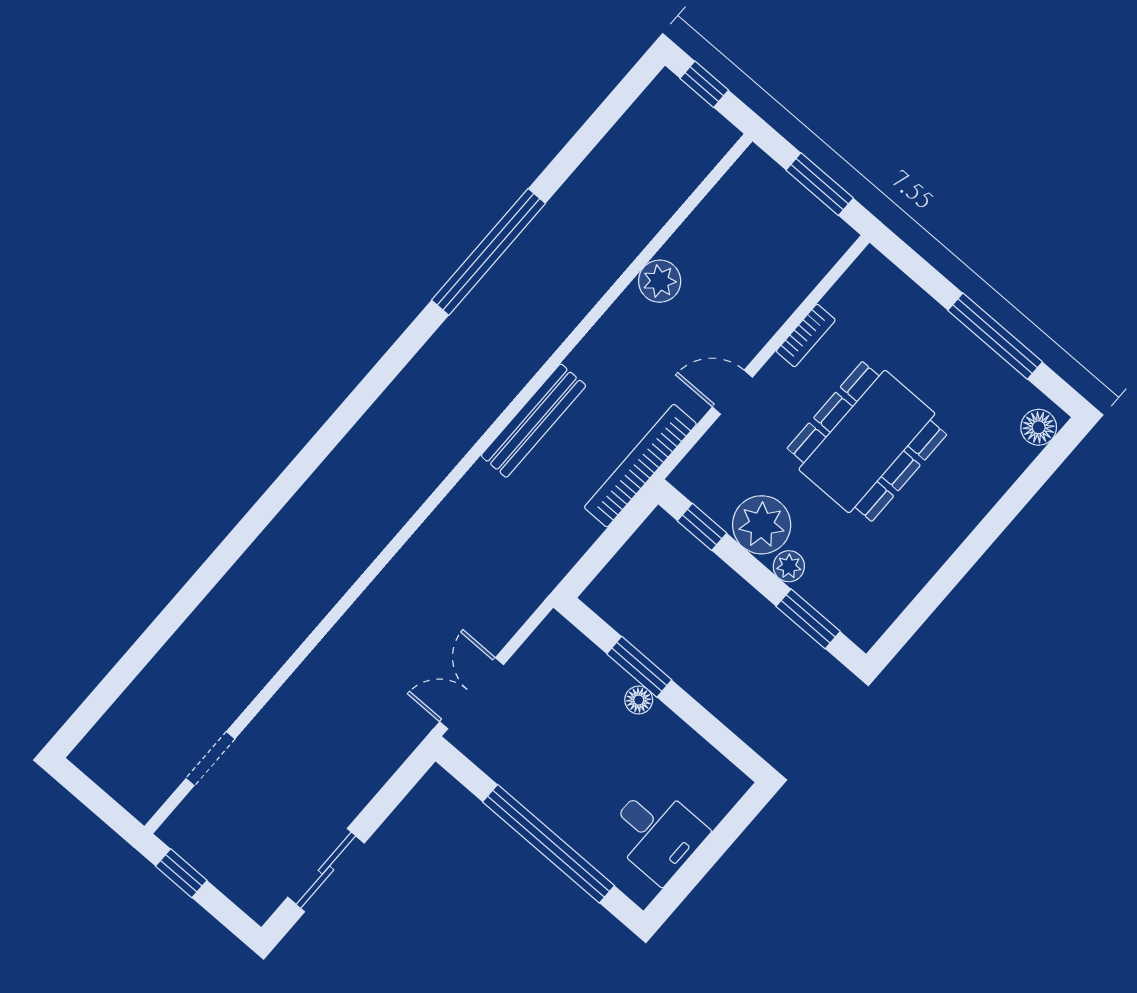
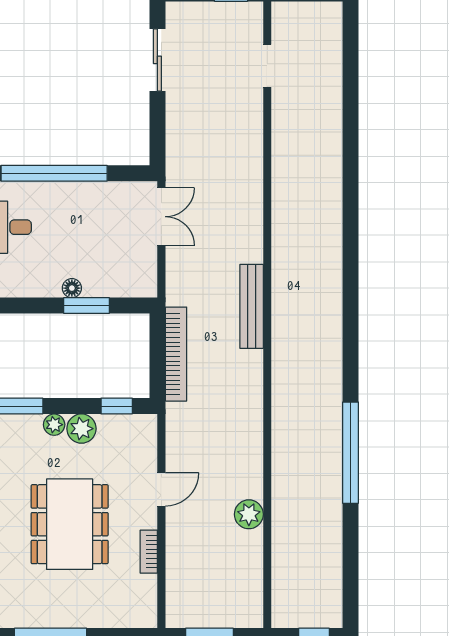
bench: (533, 421) -> (252, 306), moved
bookcase: (640, 466) -> (176, 354), moved
plant: (762, 525) -> (81, 429), width x0.73, depth x0.73

